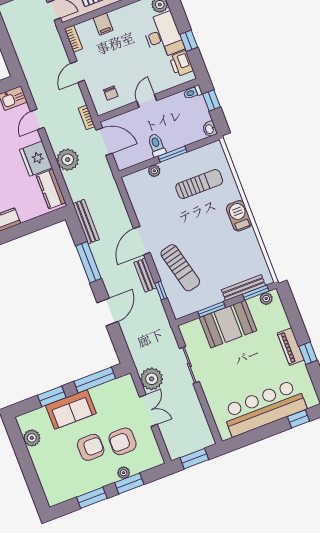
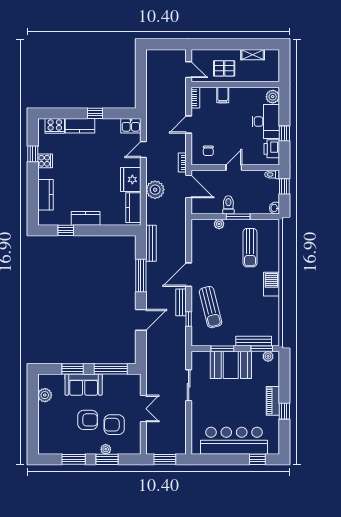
sun lounger: (199, 184) -> (250, 248), turned 90
plant: (152, 379) -> (155, 385), removed

